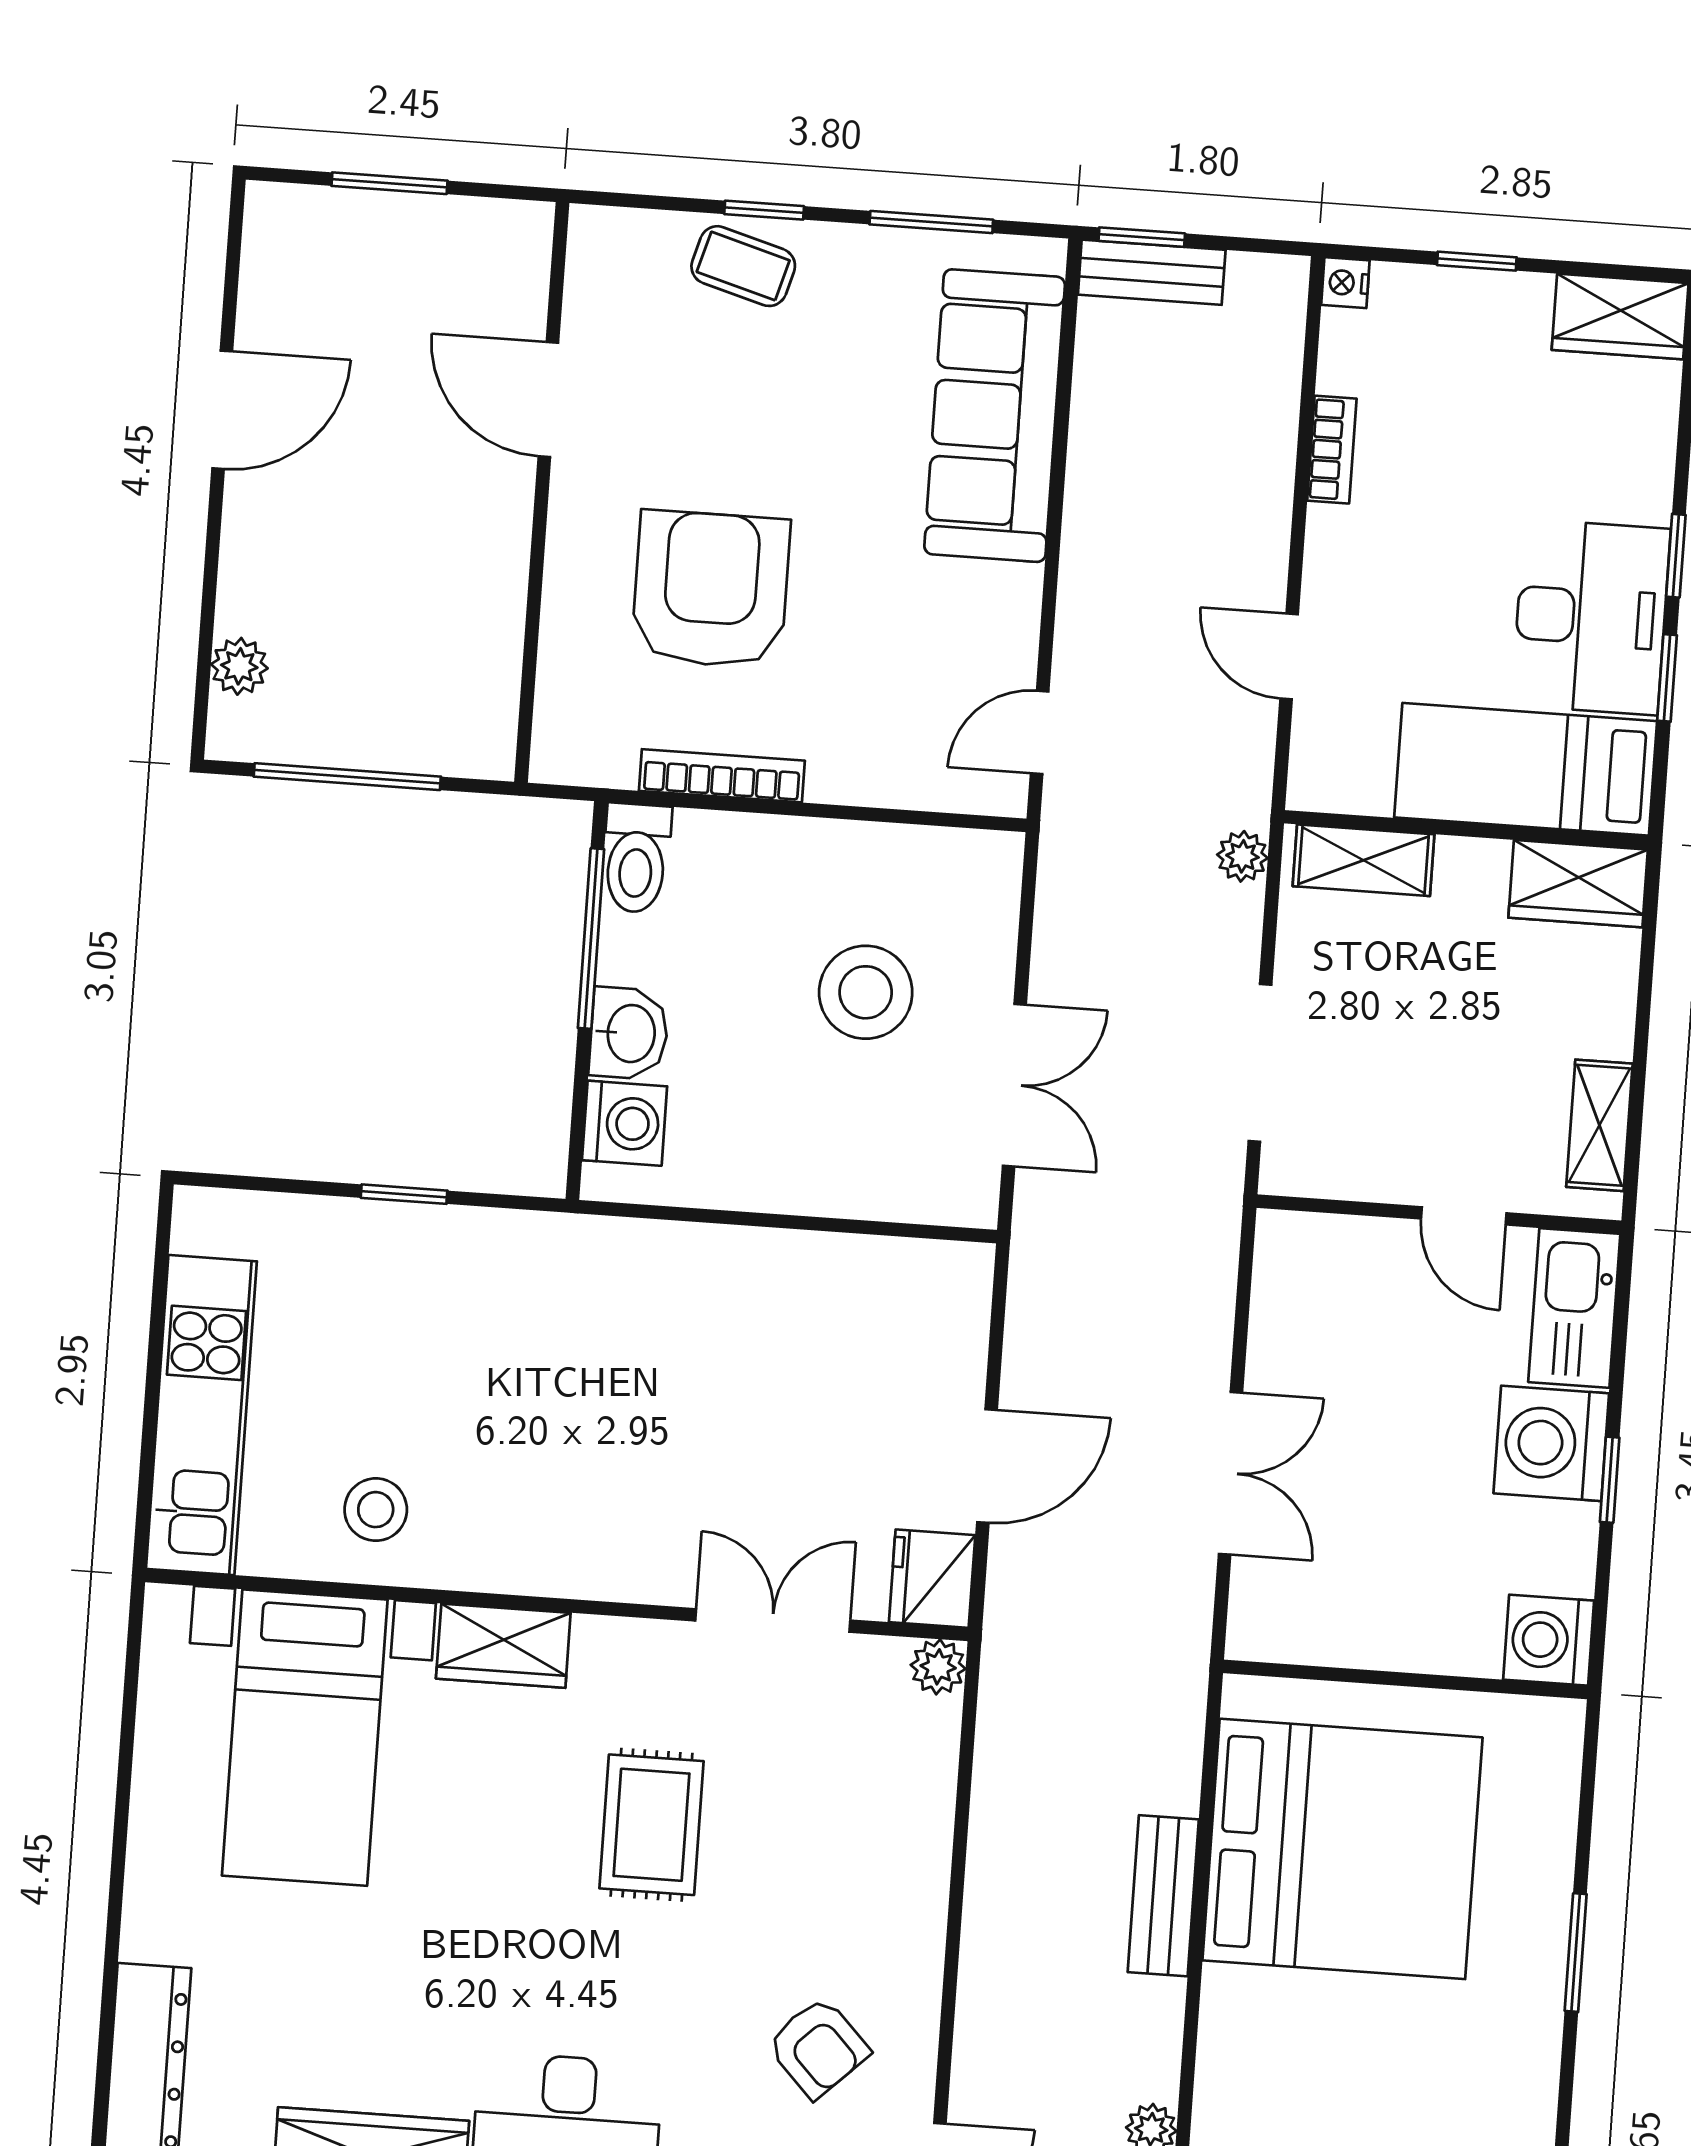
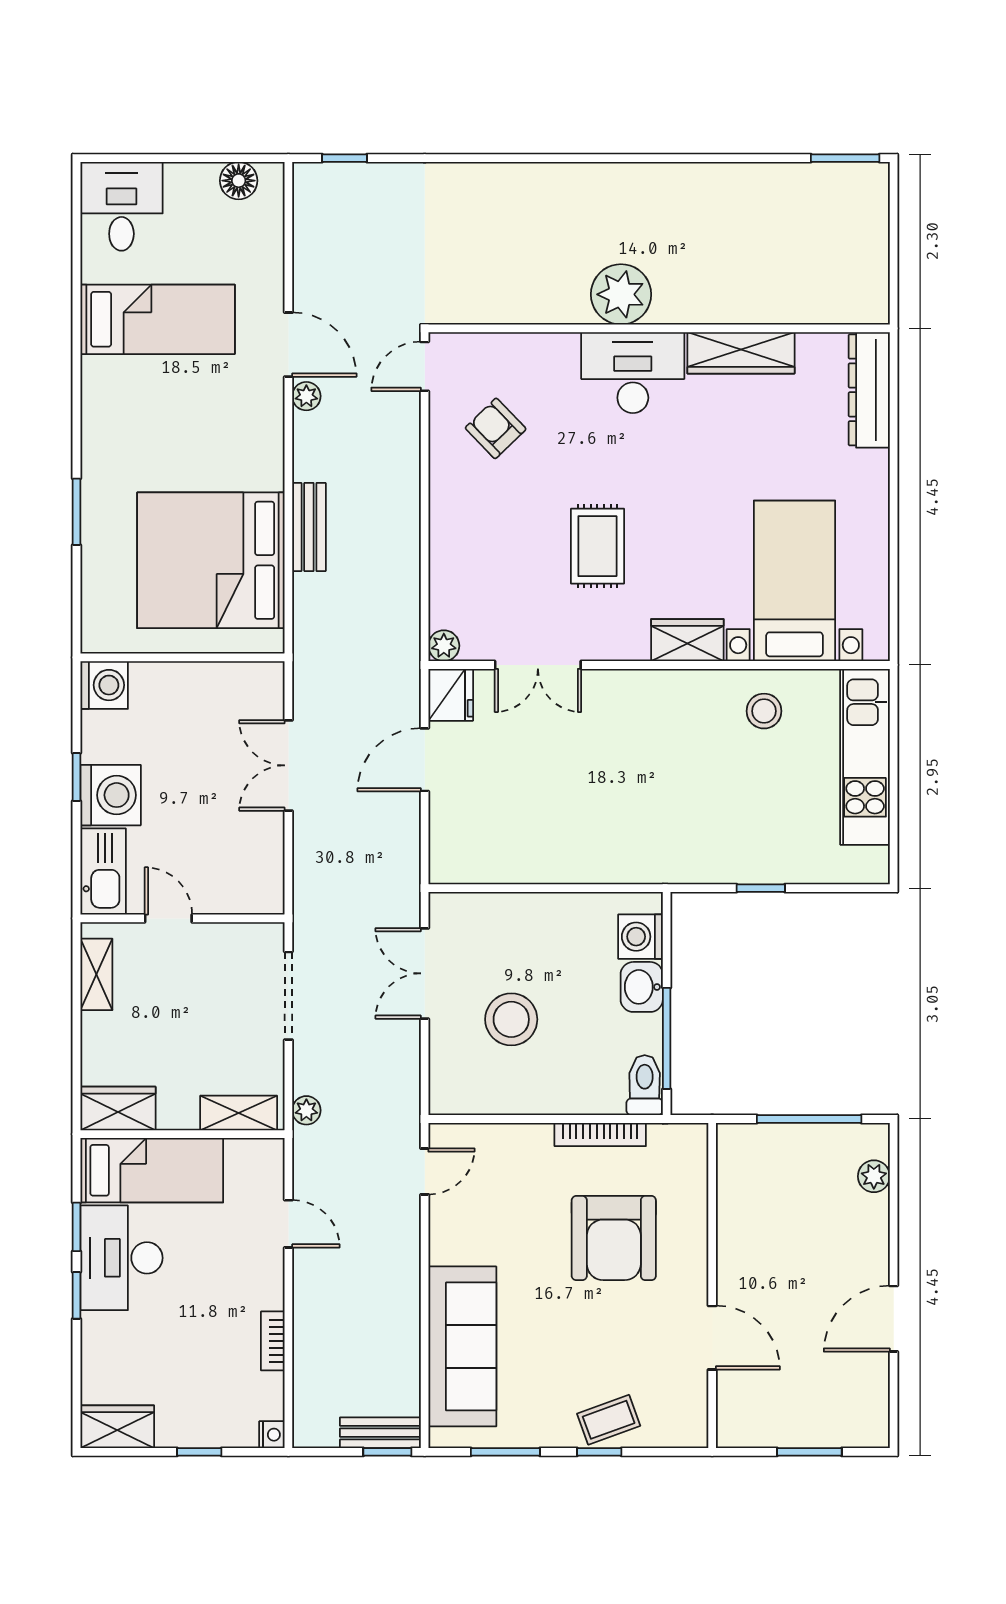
coffee table: (743, 266) -> (609, 1420), turned -36

